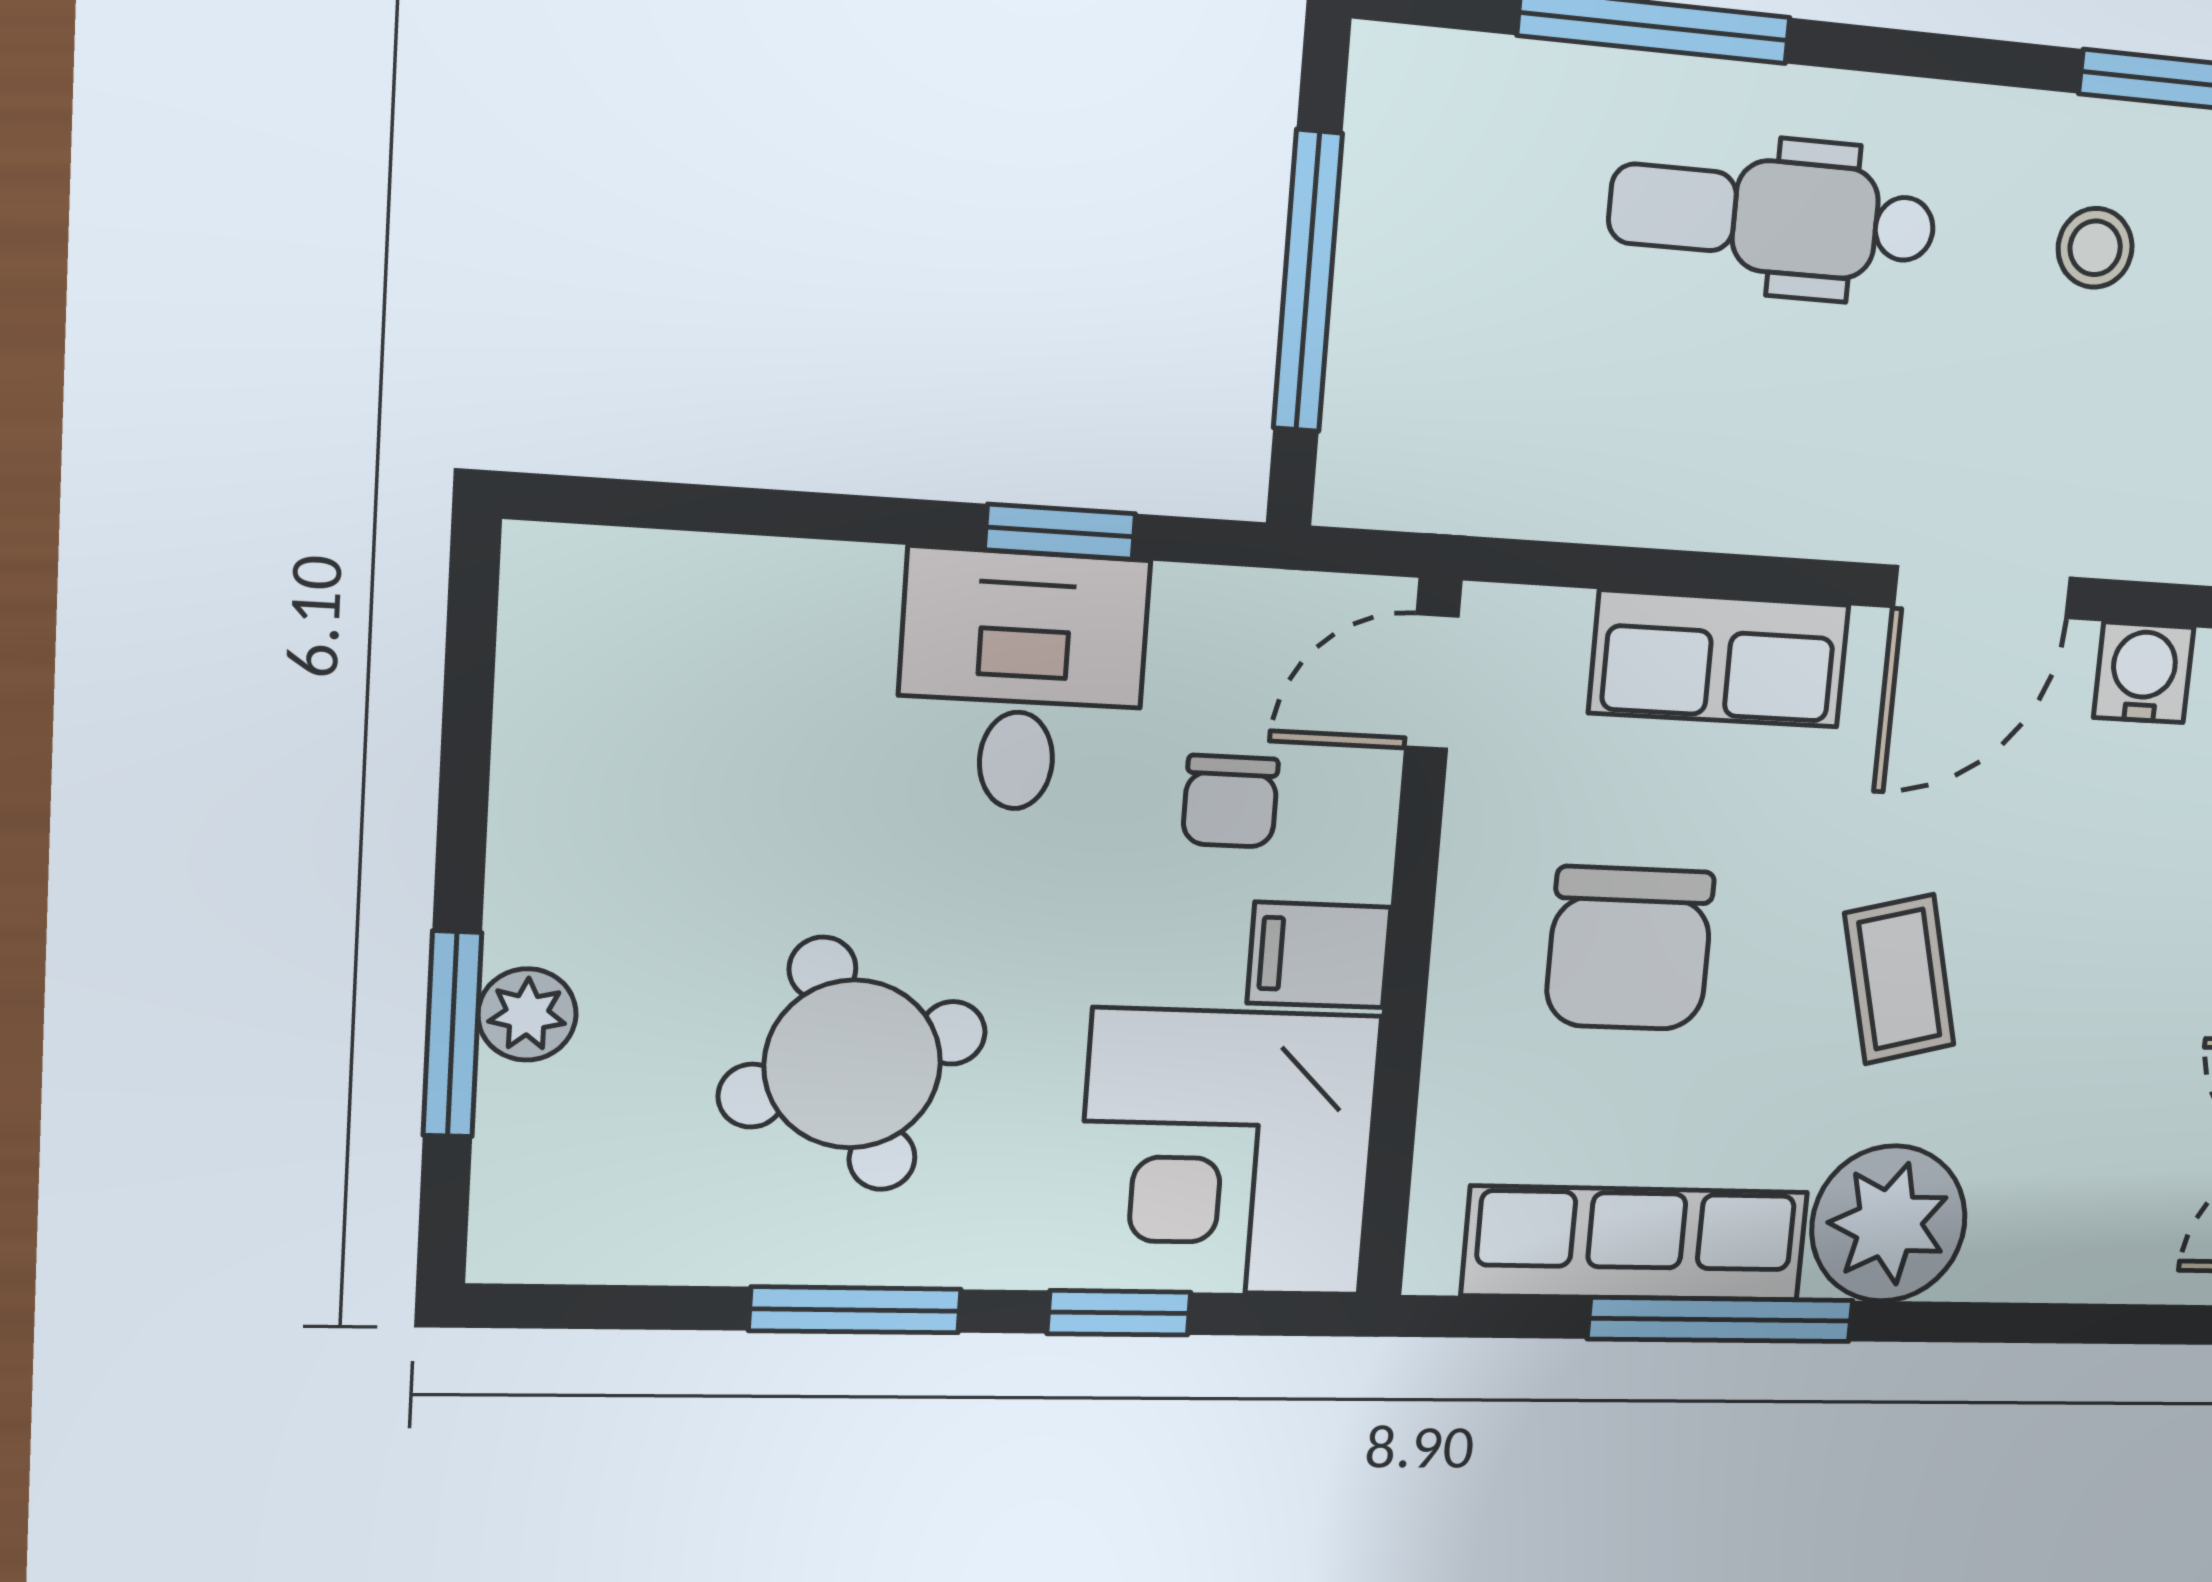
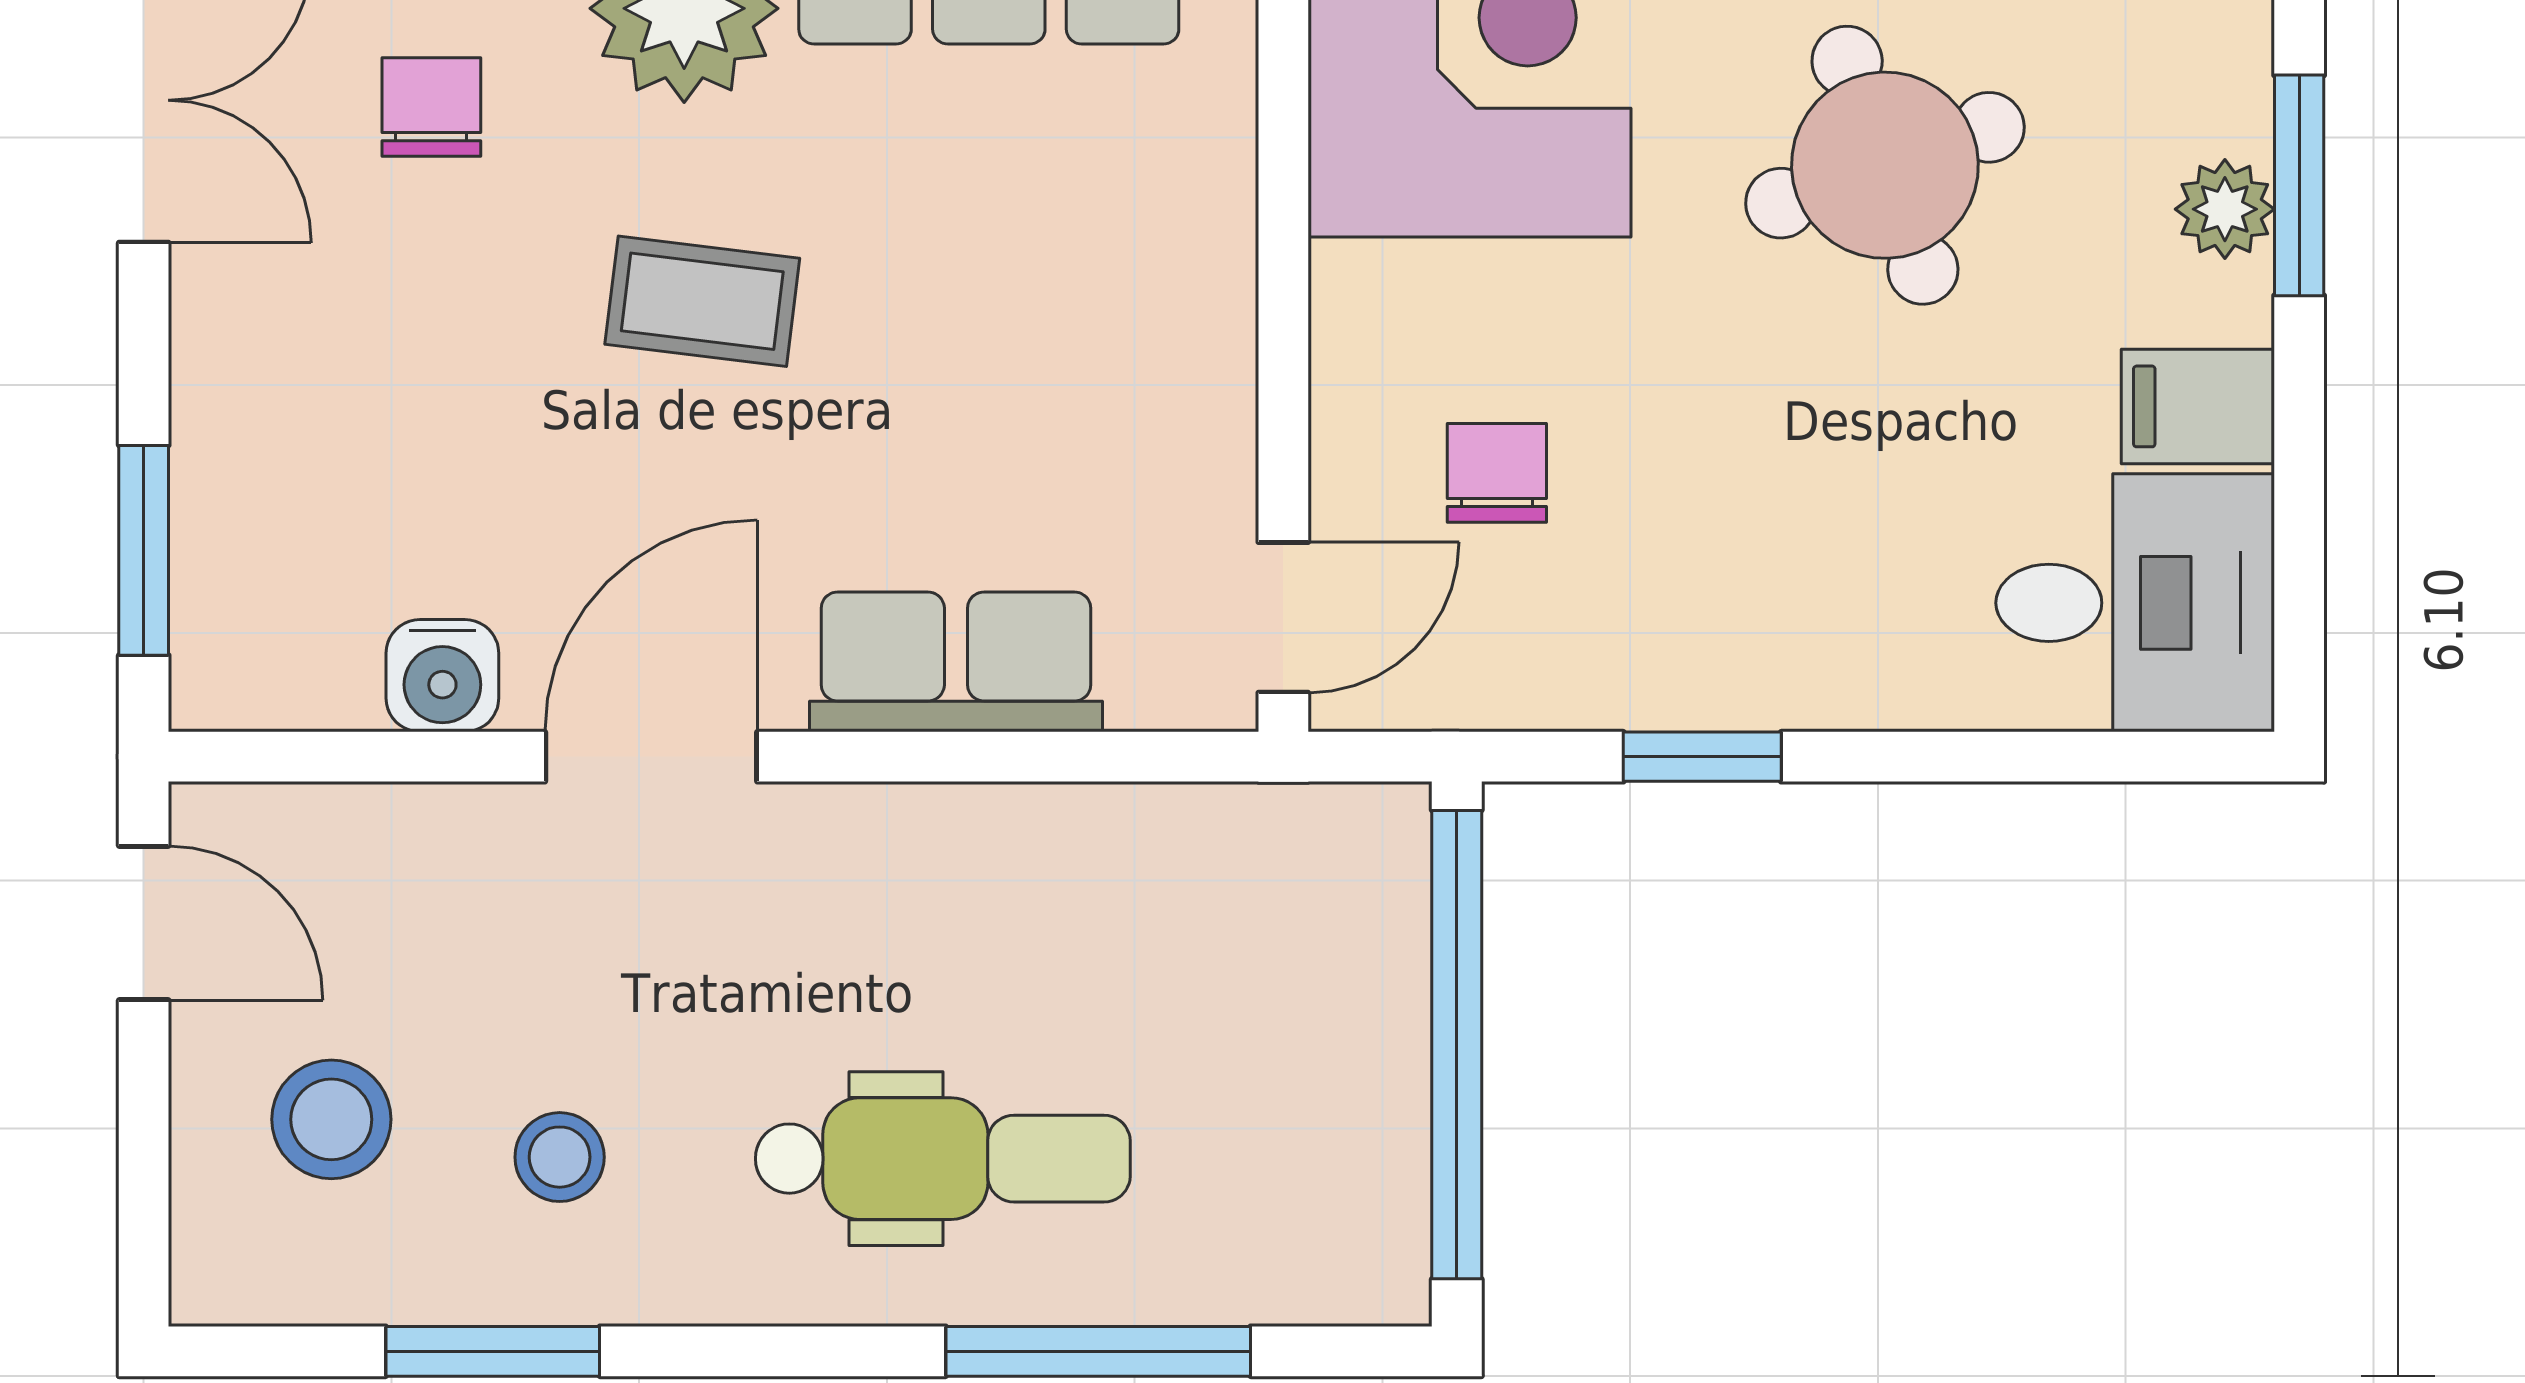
window: (1308, 281) -> (1457, 1045), width x1.46
desk: (1021, 681) -> (2135, 603), moved, turned -90
chair: (1629, 948) -> (431, 107), moved, width x0.54, depth x0.54
filing cabinet: (1319, 955) -> (2198, 406), moved, turned 180
coffee table: (1899, 979) -> (702, 301), turned -69

